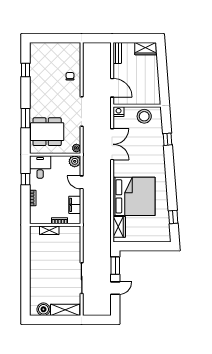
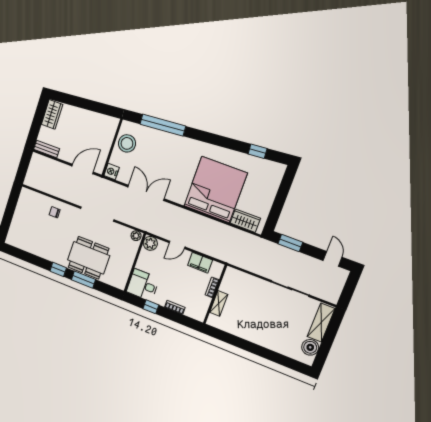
window: (25, 70) -> (58, 269), moved
dining table: (47, 132) -> (89, 258), moved, turned 90
window: (168, 139) -> (163, 125), width x3.17
door: (115, 288) -> (333, 259), moved

